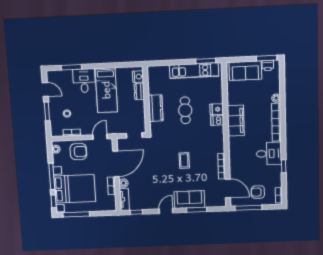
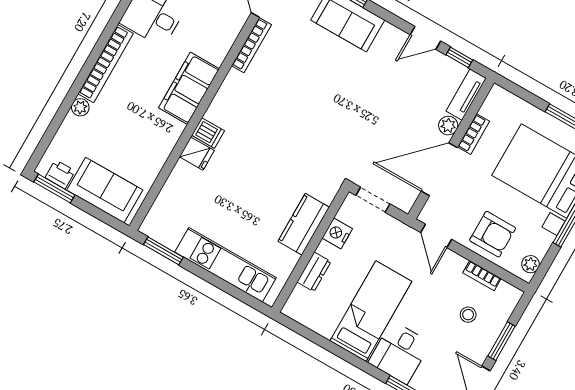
kitchen unit: (194, 71) -> (225, 265), moved
nightstand: (138, 77) -> (337, 233), moved
cafe table: (185, 110) -> (254, 187), removed
filing cabinet: (236, 121) -> (189, 88), moved
door: (100, 137) -> (436, 236), hinge flipped
armchair: (78, 152) -> (493, 234), turned 180
coffee table: (184, 161) -> (312, 98), removed
door: (166, 211) -> (425, 38), moved

